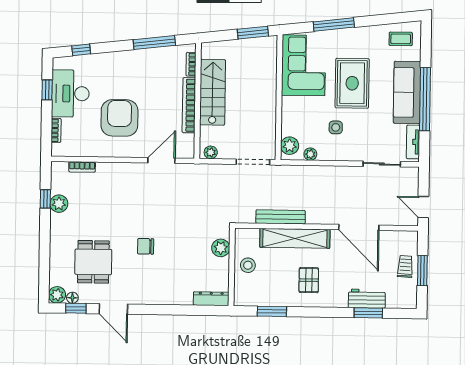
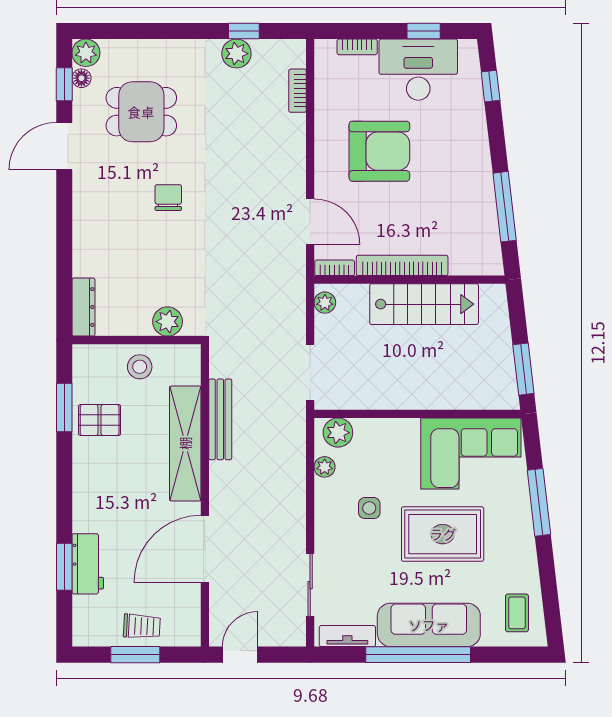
bookcase: (191, 64) -> (335, 268), moved
pallet: (309, 280) -> (100, 420), moved

